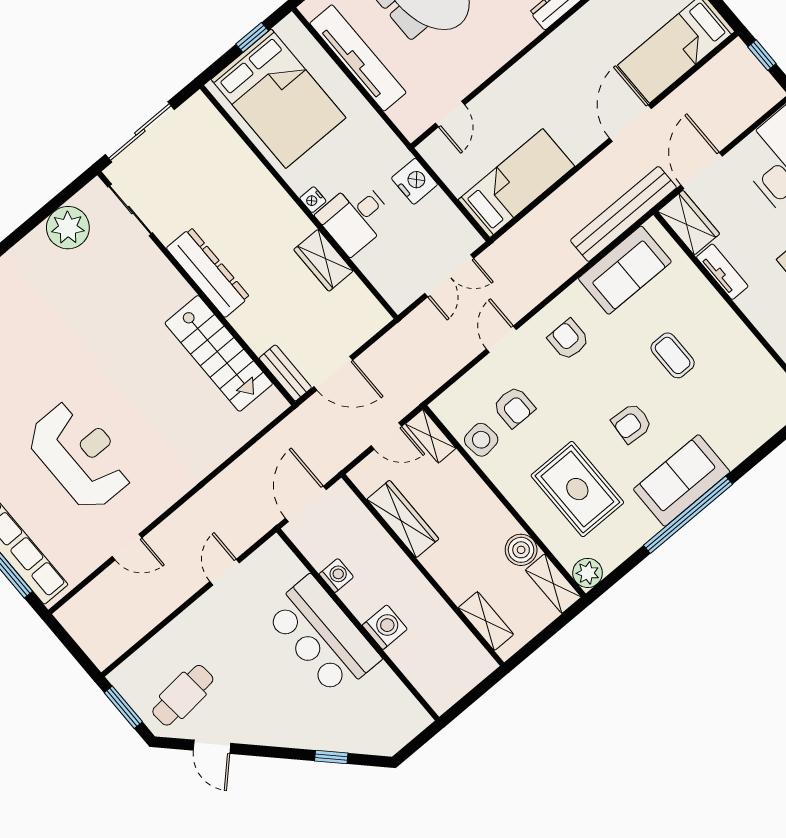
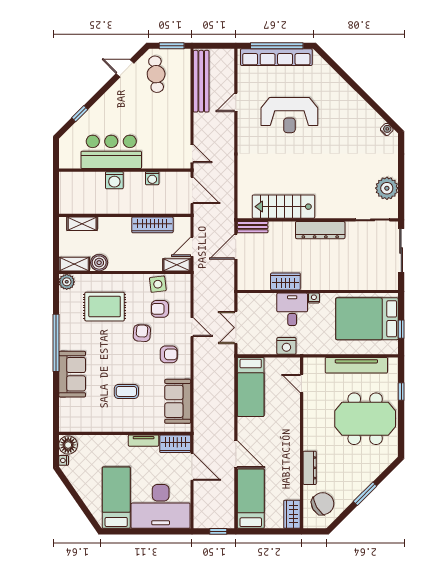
bench: (623, 214) -> (201, 81), moved
armchair: (632, 423) -> (142, 333), moved
sofa: (682, 480) -> (72, 374), moved
door: (225, 572) -> (192, 154), moved
bar counter: (323, 636) -> (111, 152), moved

